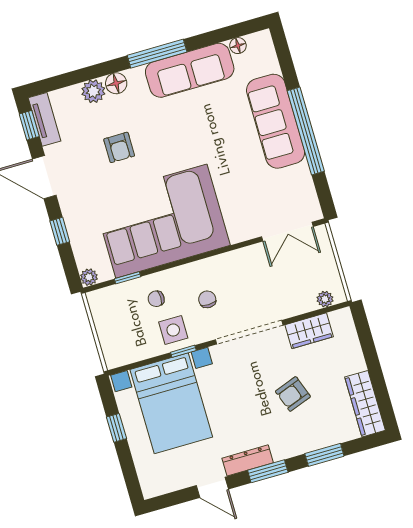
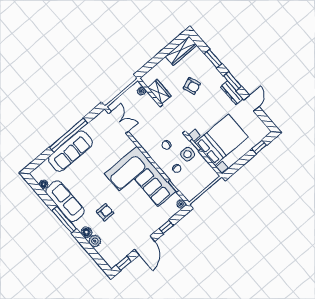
tv unit: (44, 119) -> (118, 257), removed
armchair: (119, 147) -> (105, 212), moved
window: (117, 428) -> (259, 147), moved

